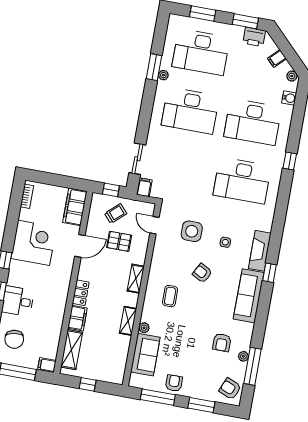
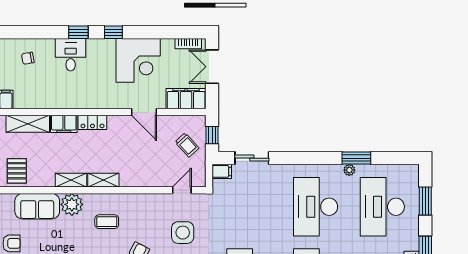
double door: (51, 179) -> (212, 67), added
pallet: (119, 241) -> (17, 171), moved
shelving: (136, 279) -> (103, 180), moved
plant: (144, 328) -> (72, 204), width x1.88, depth x1.88
chair: (14, 339) -> (28, 58), width x0.54, depth x0.54

